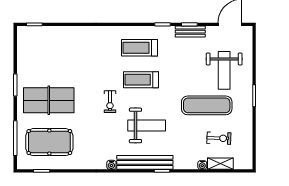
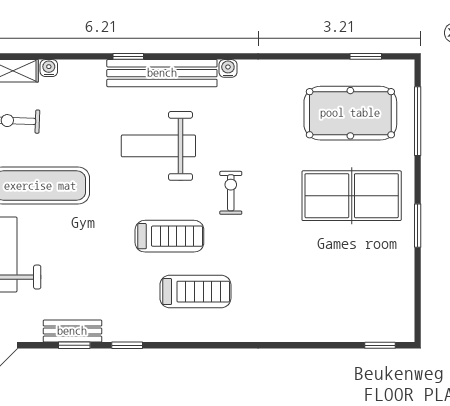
treadmill: (140, 48) -> (195, 292), moved

